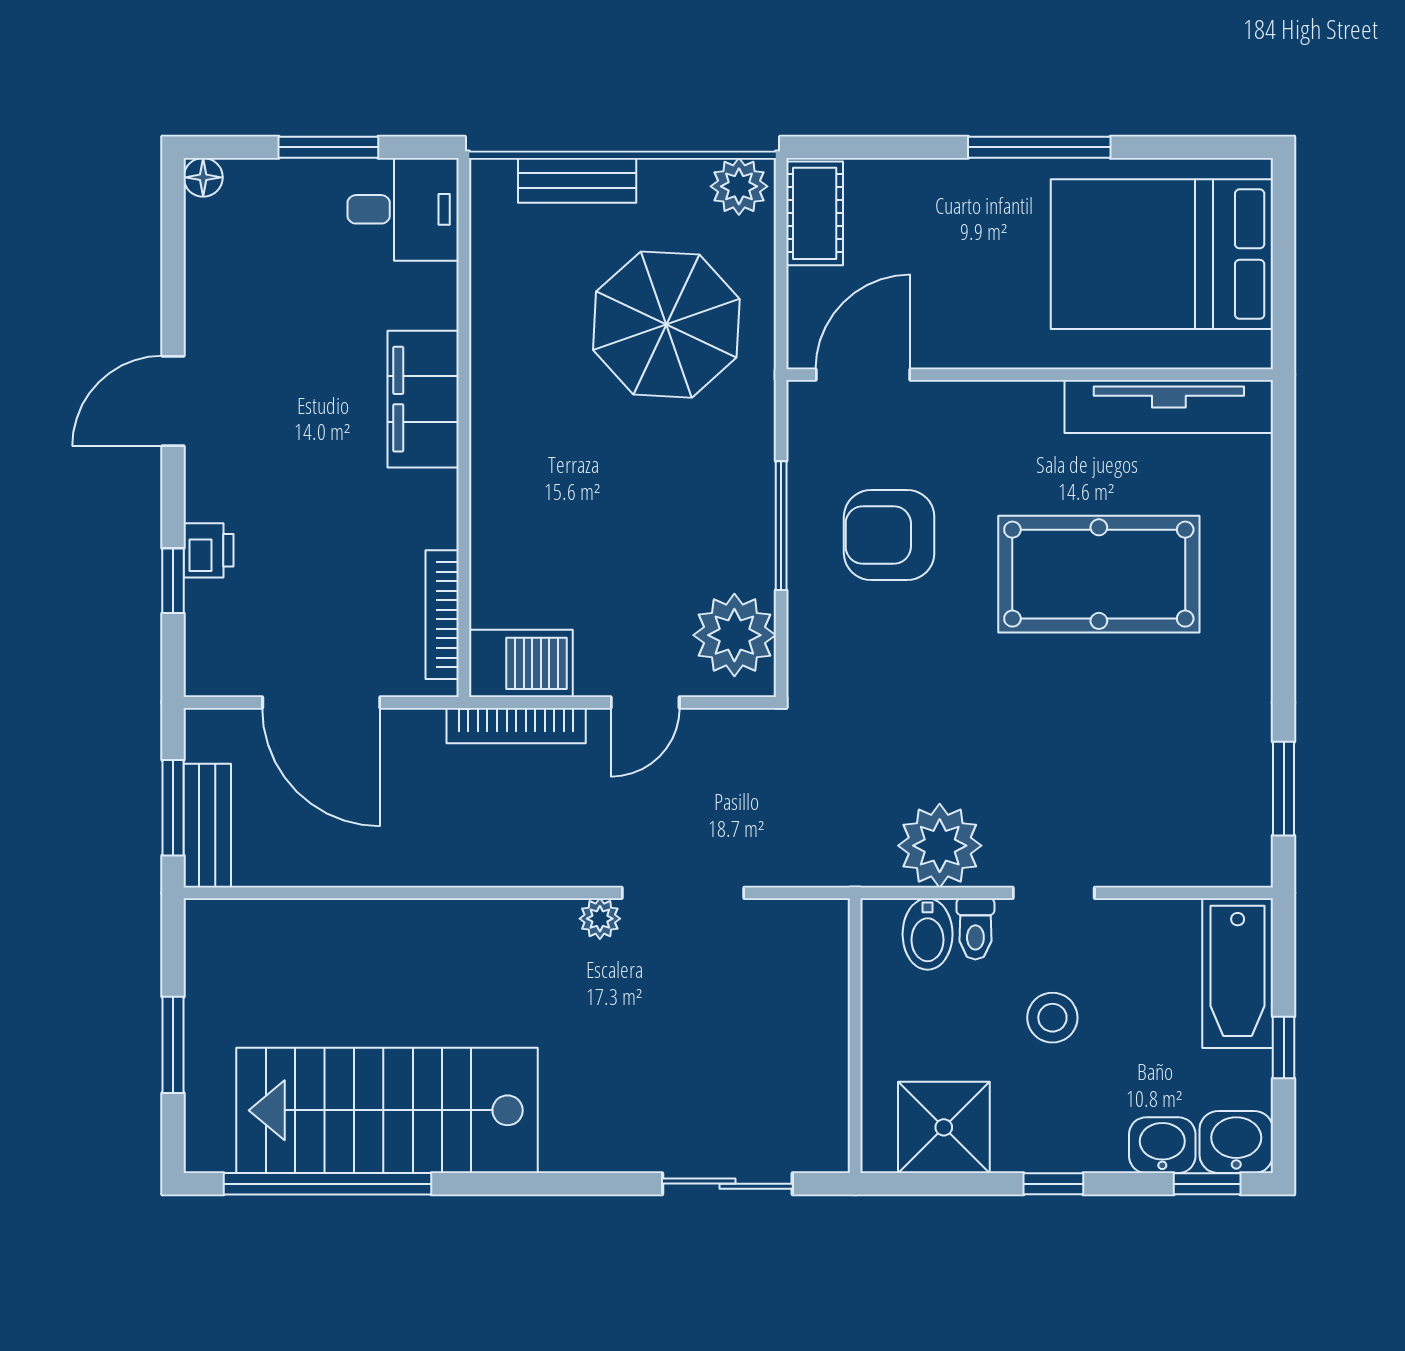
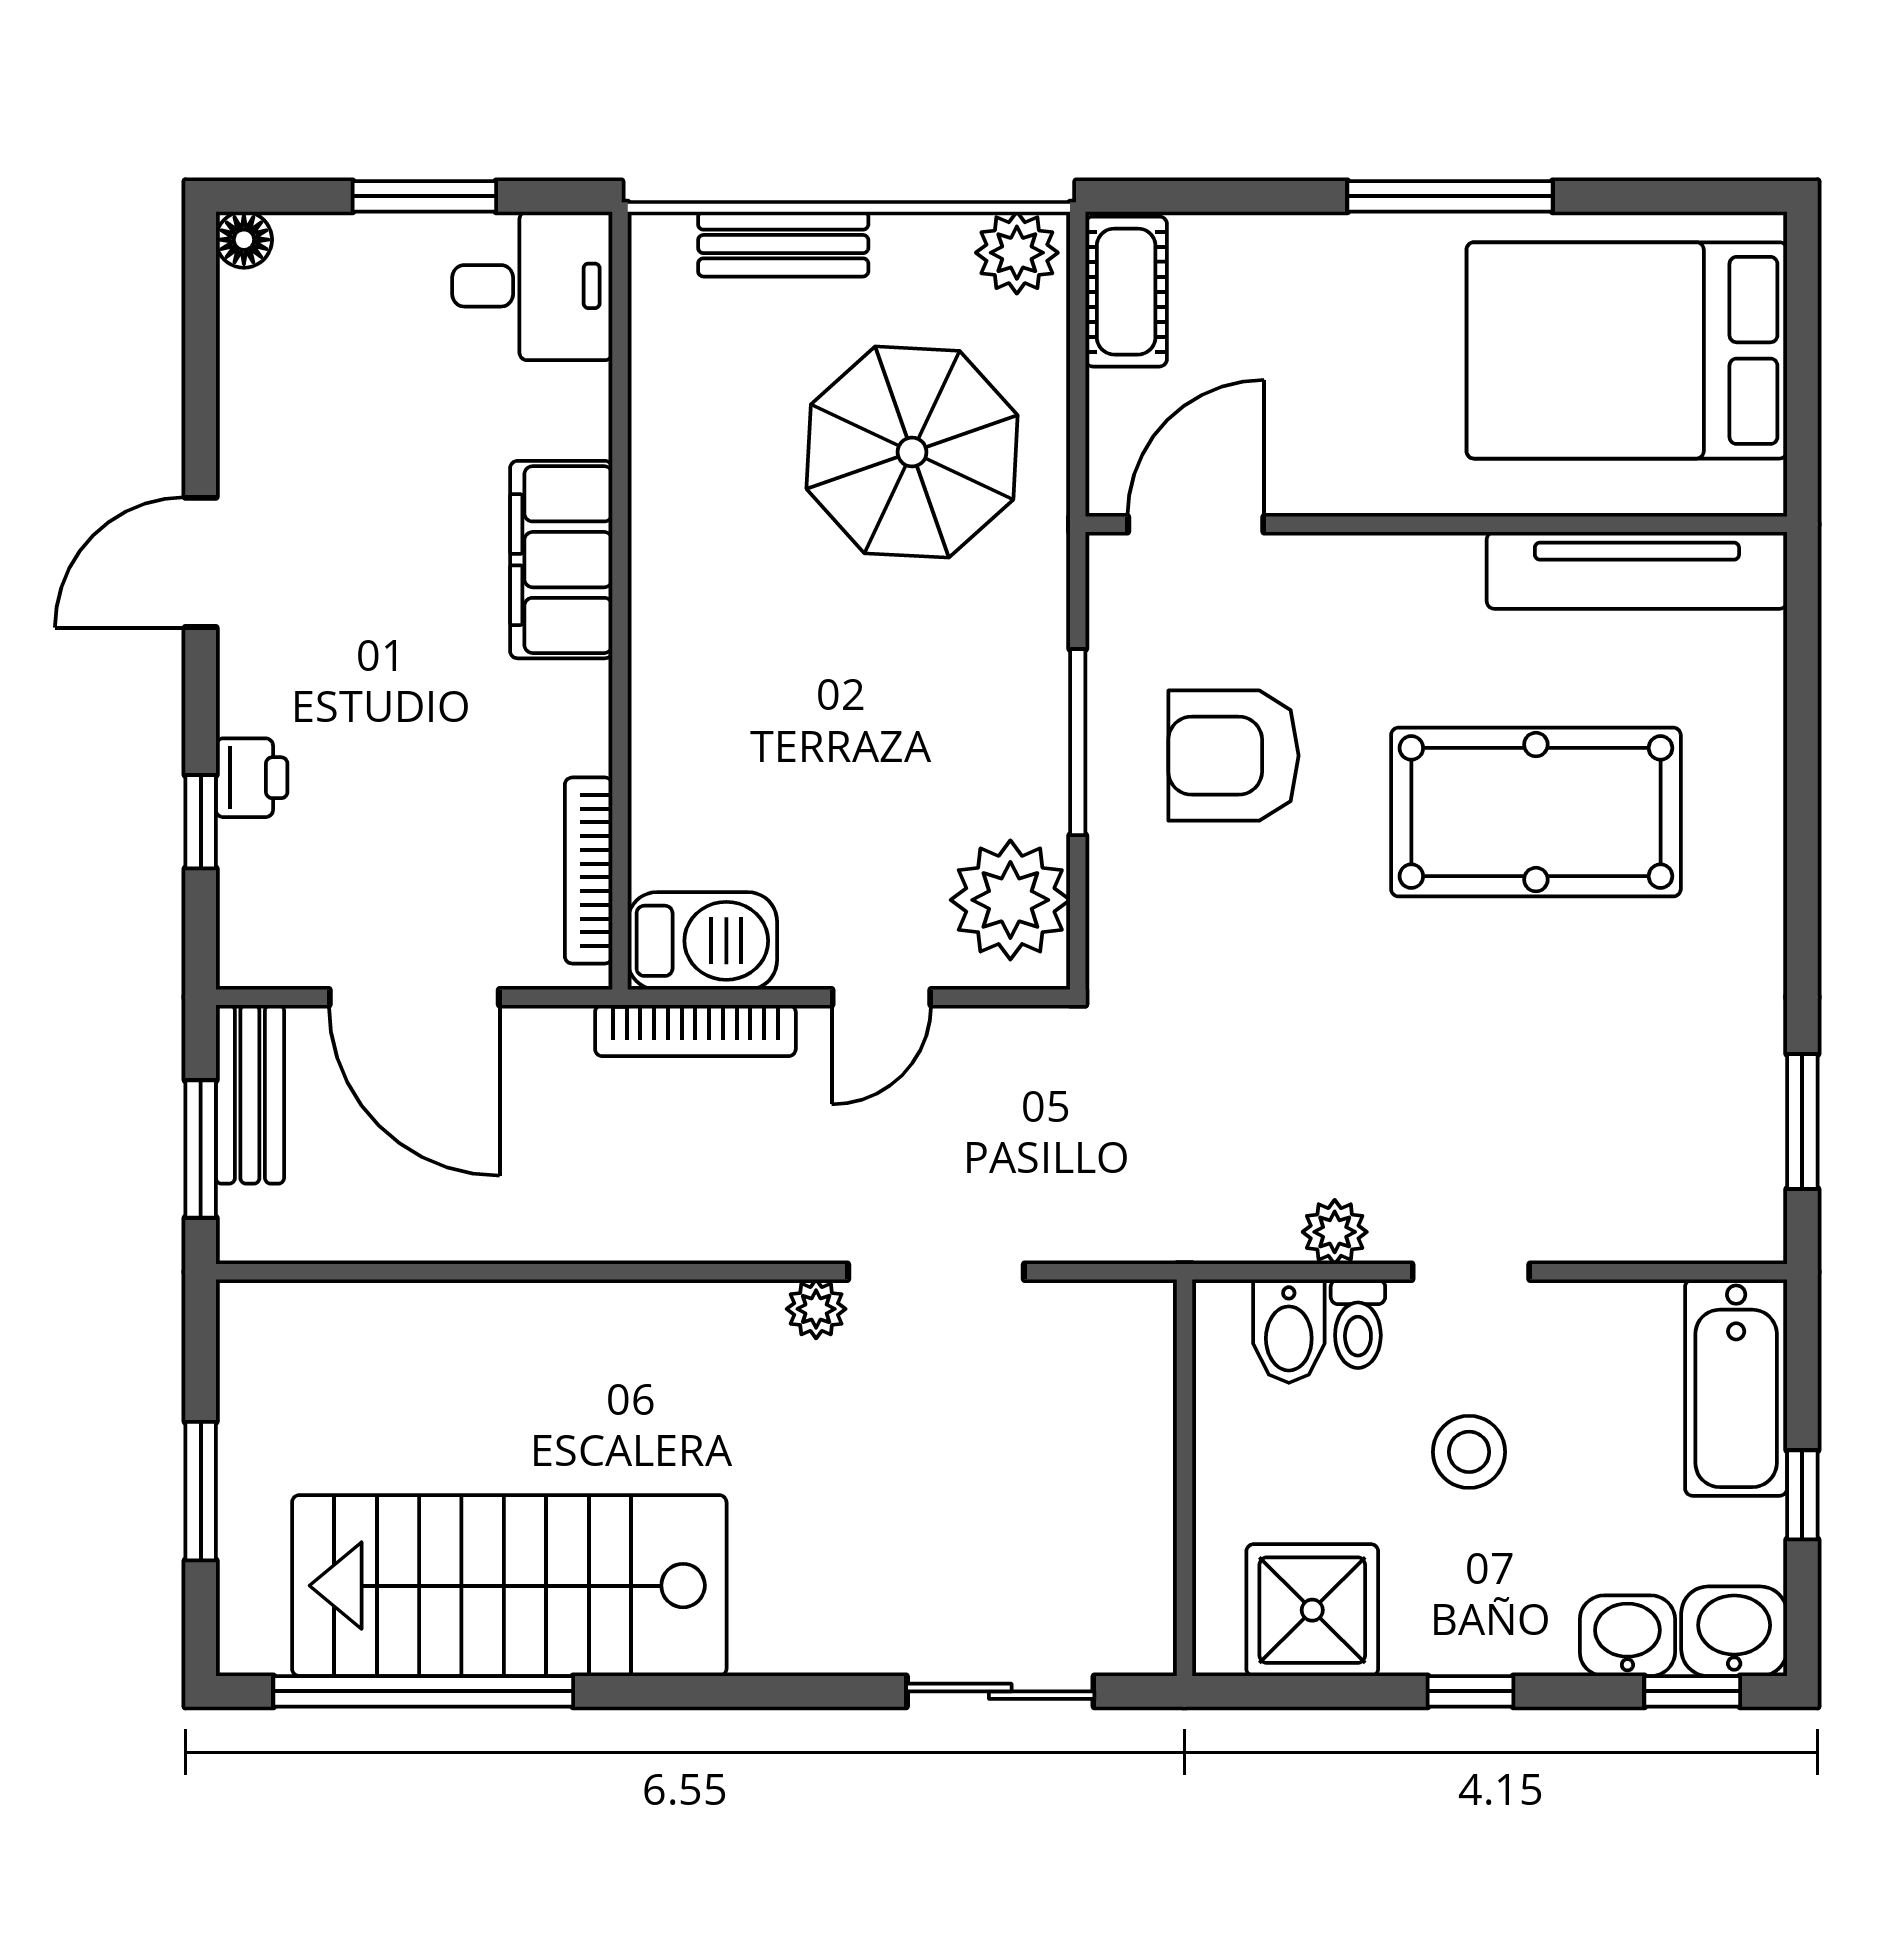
bench: (207, 826) -> (250, 1094), moved
plant: (940, 846) -> (1335, 1232), width x0.53, depth x0.53

